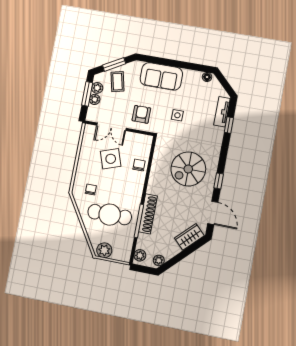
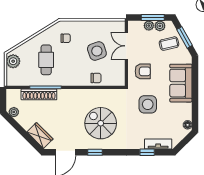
side table: (177, 115) -> (148, 104), width x1.87, depth x1.87
shoe rack: (148, 214) -> (39, 94), moved
cafe table: (110, 215) -> (46, 60), width x0.73, depth x0.74
plant: (140, 255) -> (15, 94), removed

